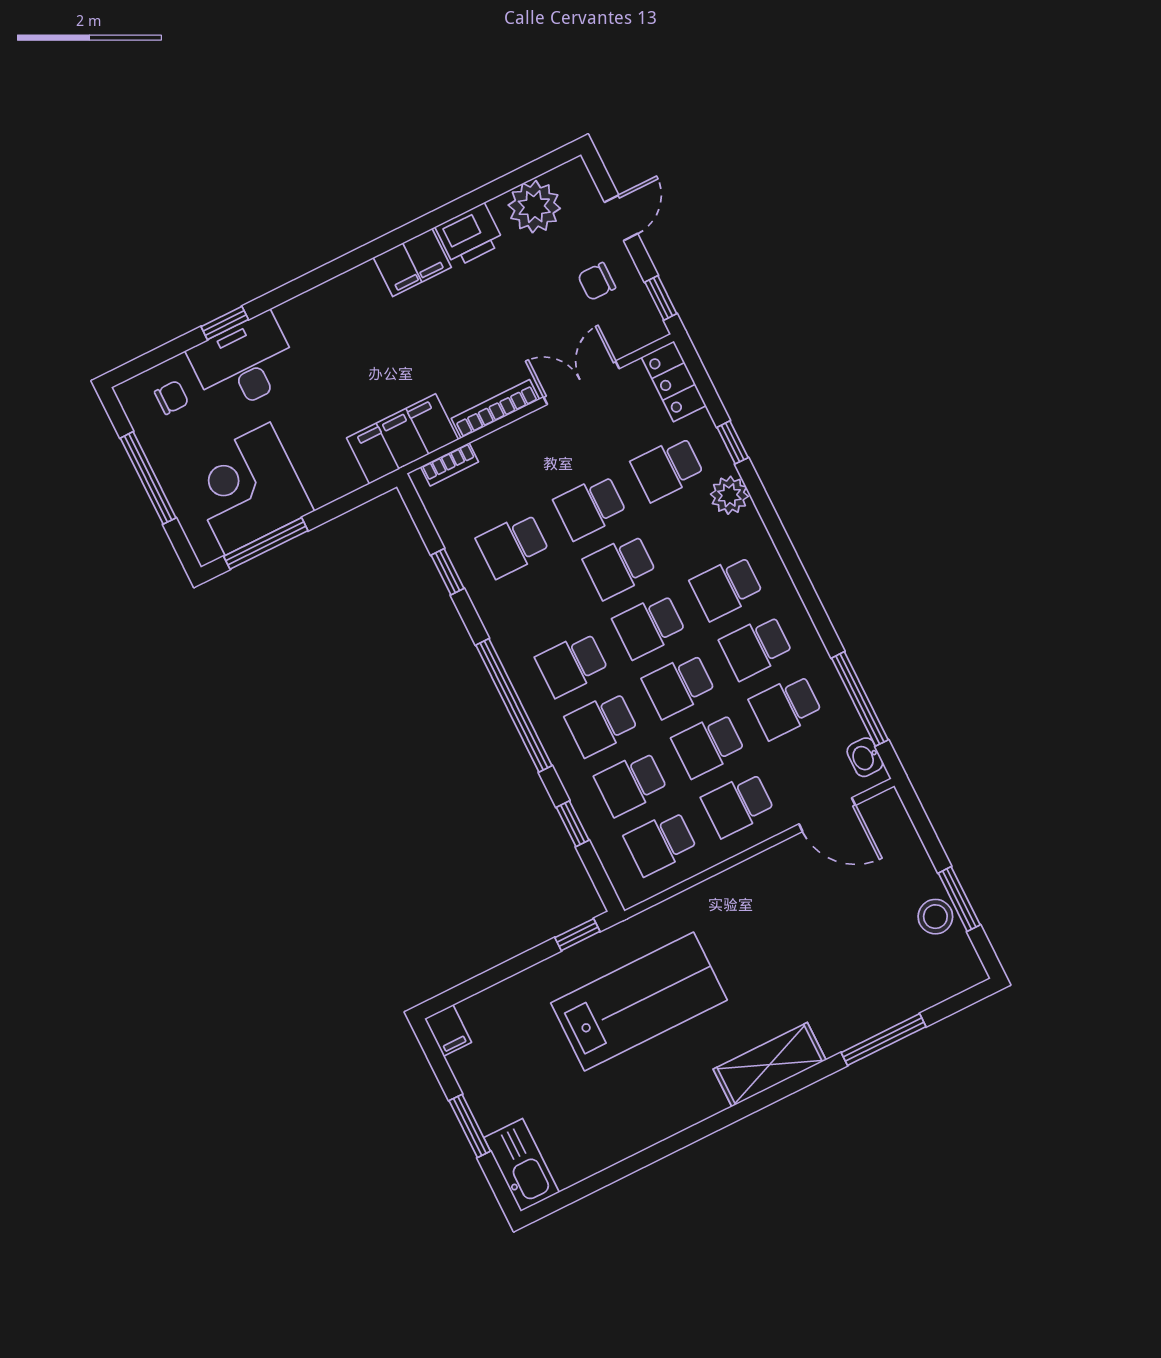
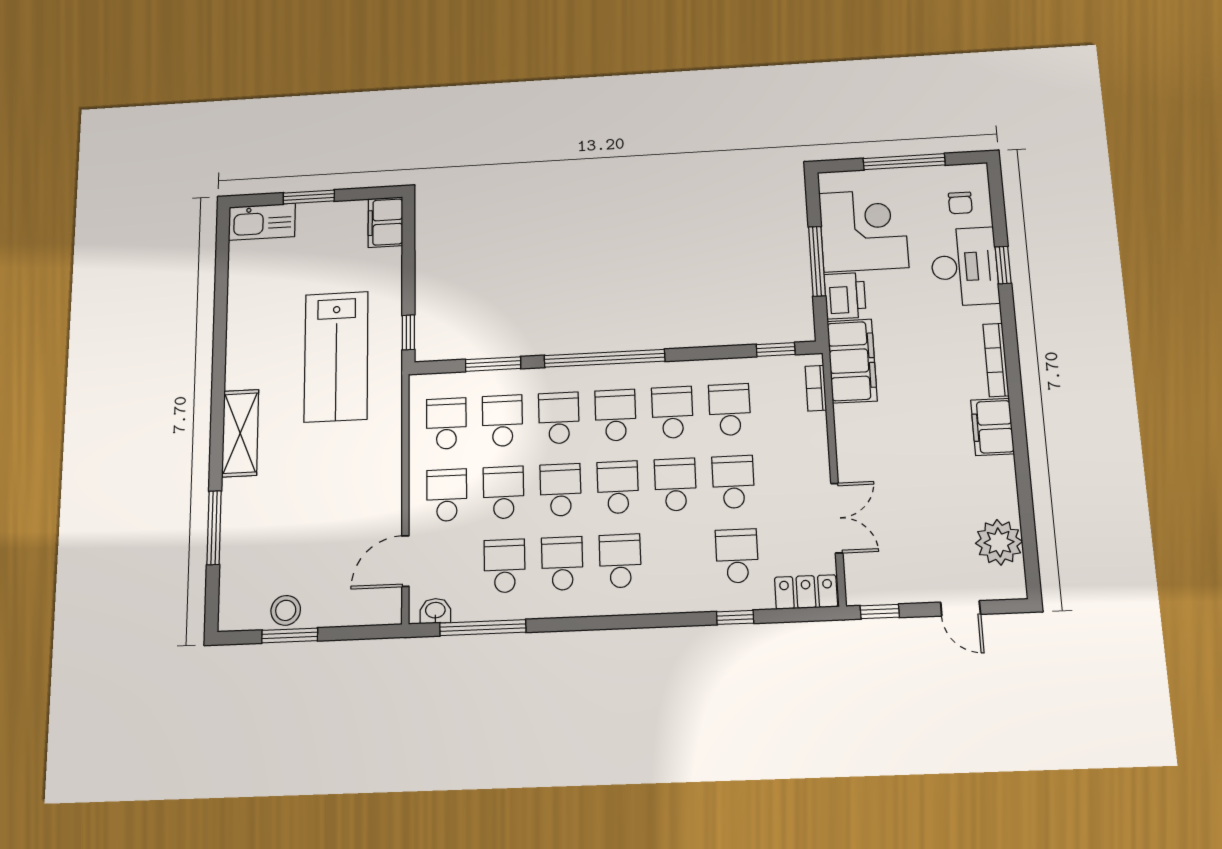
printer: (470, 235) -> (845, 296), moved, turned 180
chair: (597, 281) -> (915, 566), removed
bookcase: (495, 409) -> (996, 360), moved, turned 180
plant: (729, 495) -> (693, 596), removed
window: (266, 543) -> (817, 261), moved
window: (448, 572) -> (776, 349), moved
school desk: (542, 605) -> (672, 412), added
window: (573, 824) -> (493, 364), width x1.50
filing cabinet: (448, 1030) -> (385, 222), width x2.00

